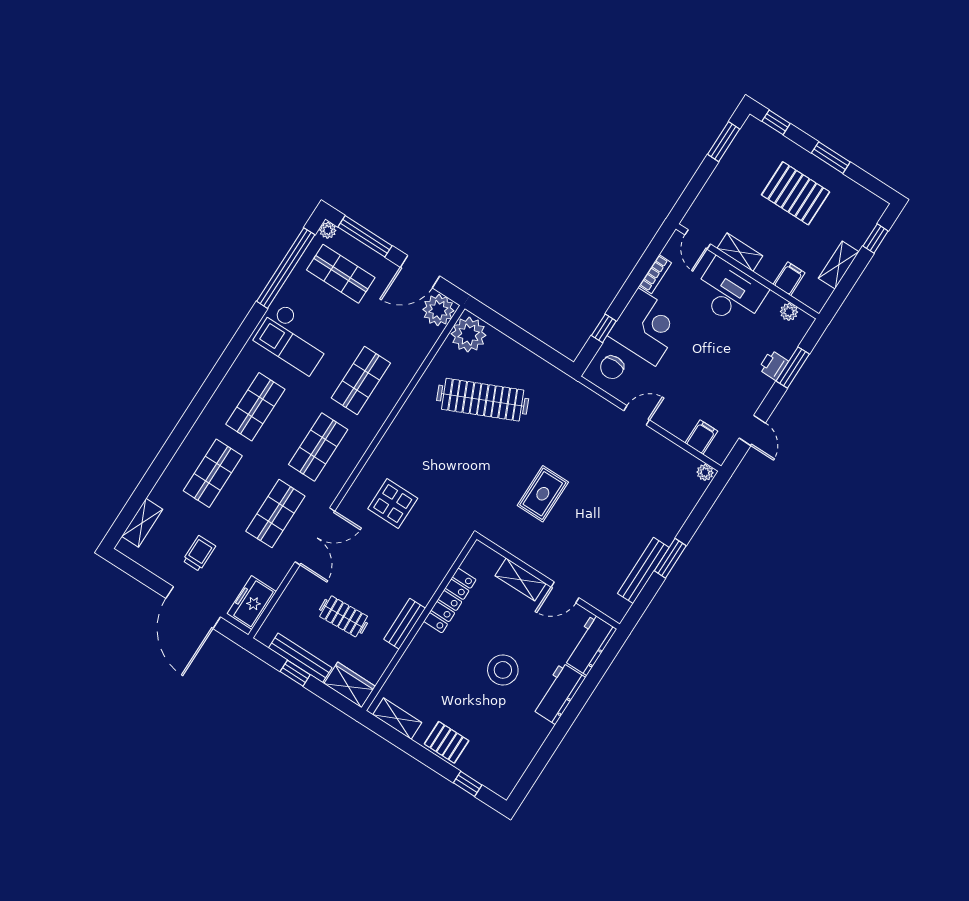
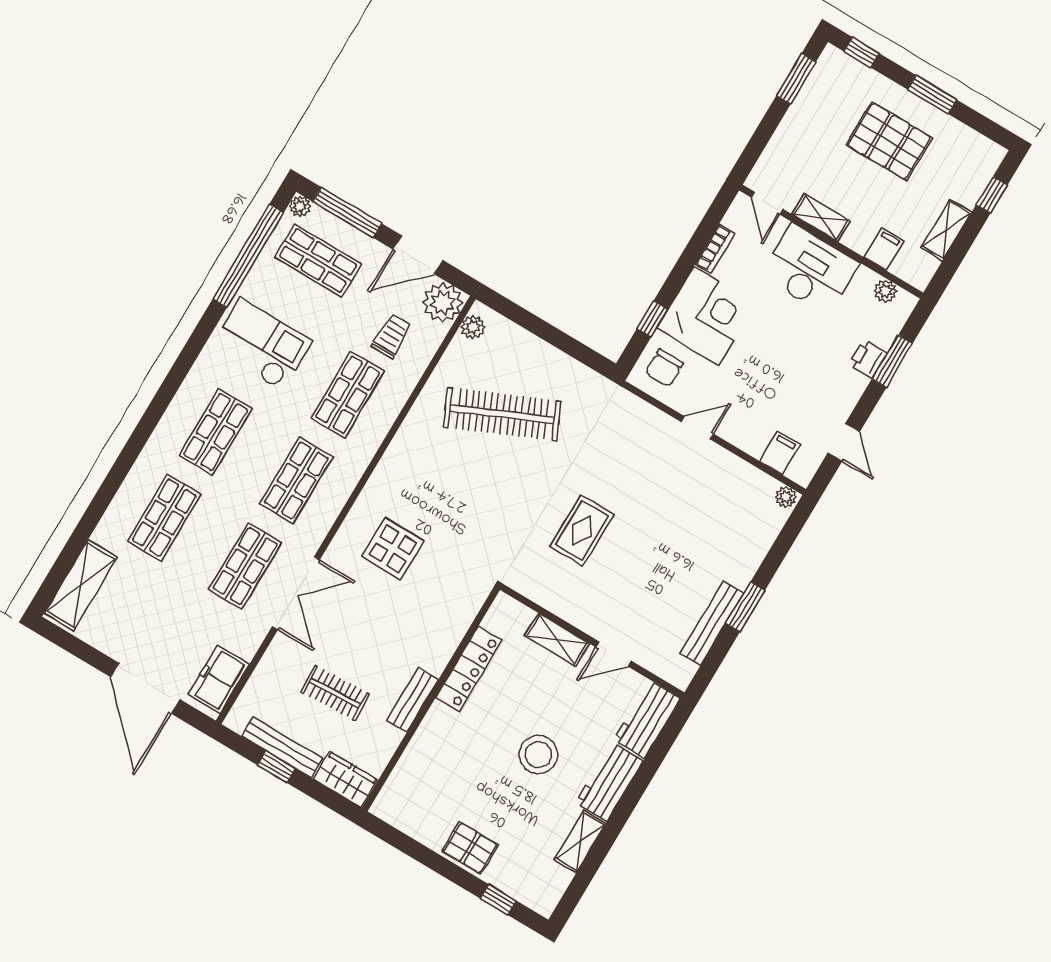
plant: (469, 335) -> (473, 327), width x0.53, depth x0.53
checkout: (294, 339) -> (261, 344), turned 180
shelving: (142, 523) -> (81, 585), width x1.50, depth x1.33
trolley: (199, 553) -> (391, 336), moved
shelving: (397, 719) -> (580, 842), moved, turned 90

